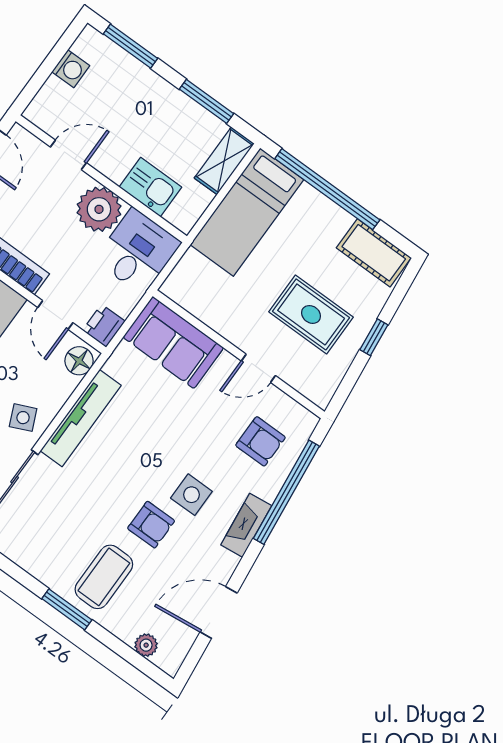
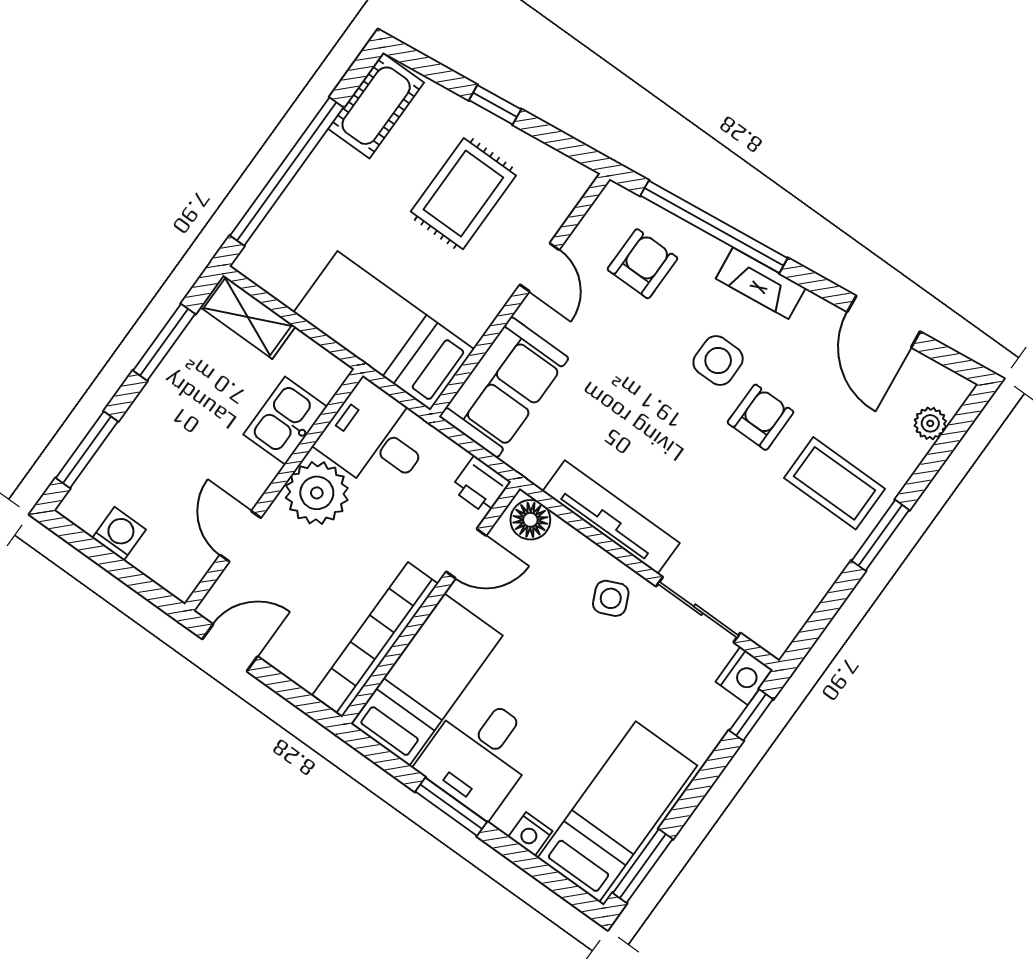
bed: (247, 212) -> (384, 331), moved, turned 180

